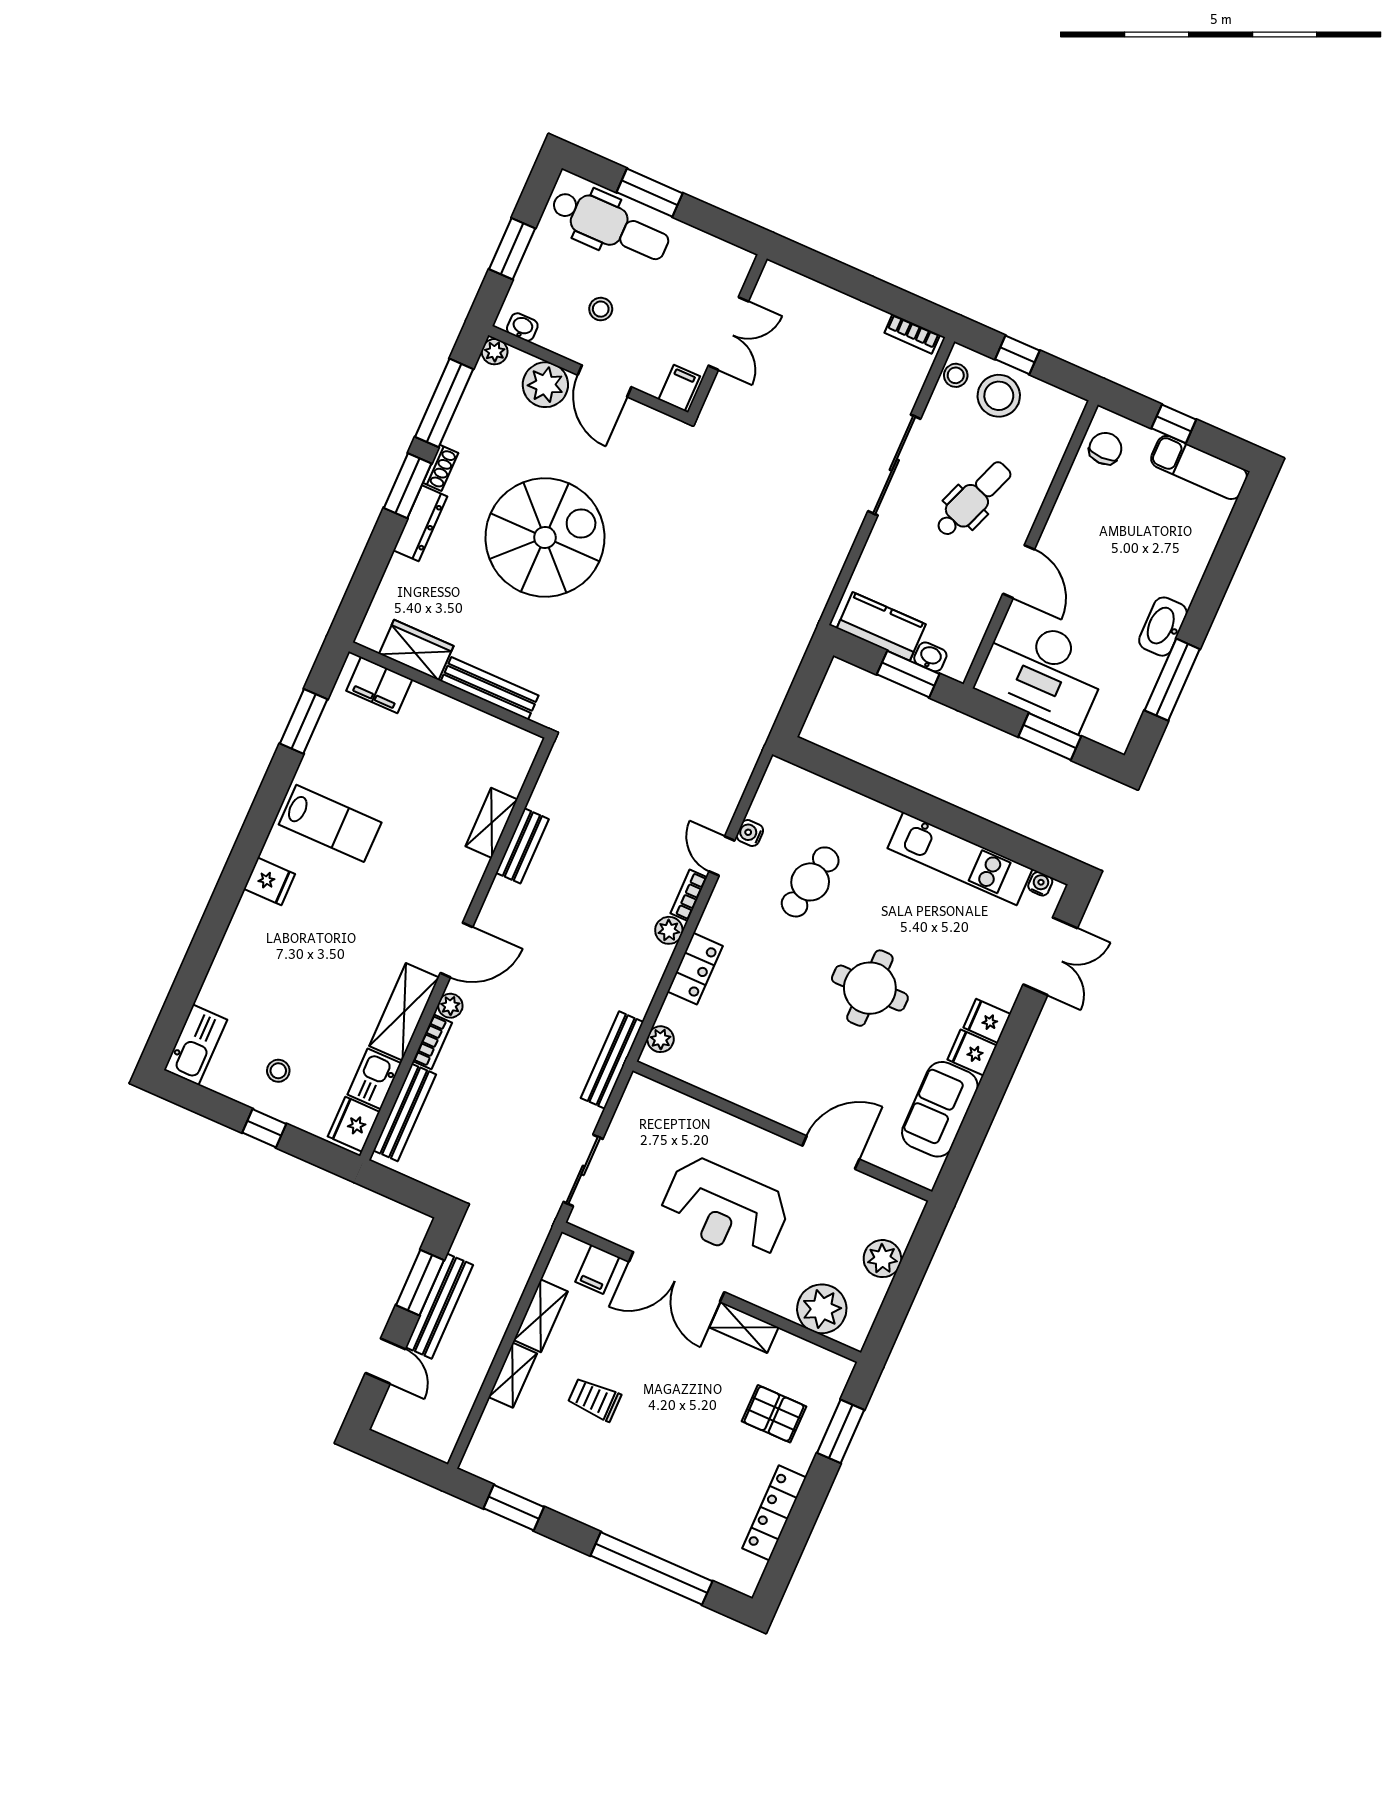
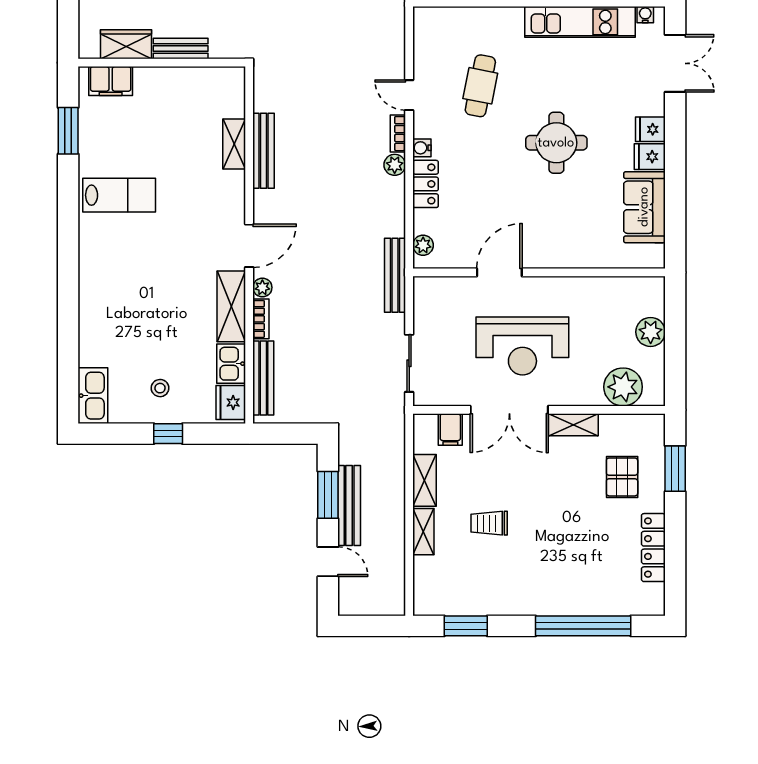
bench: (490, 688) -> (181, 48), width x0.73
water cooler: (750, 833) -> (422, 148), moved
bench: (522, 846) -> (263, 151), width x1.36
fridge: (269, 881) -> (94, 256), removed
door: (831, 1152) -> (499, 272), moved
pallet: (774, 1414) -> (622, 477), turned 90

